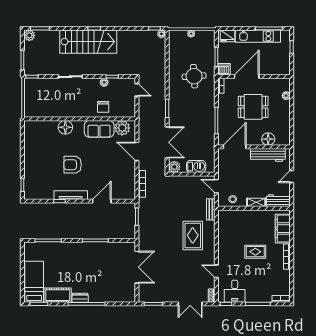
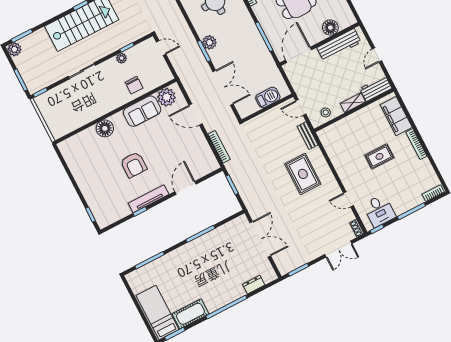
armchair: (73, 165) -> (134, 165), turned -90
plant: (174, 167) -> (209, 42), moved
dresser: (80, 298) -> (254, 285), moved

